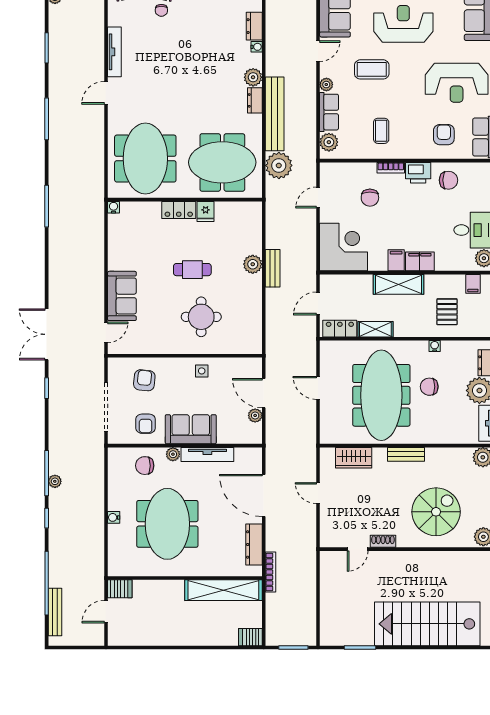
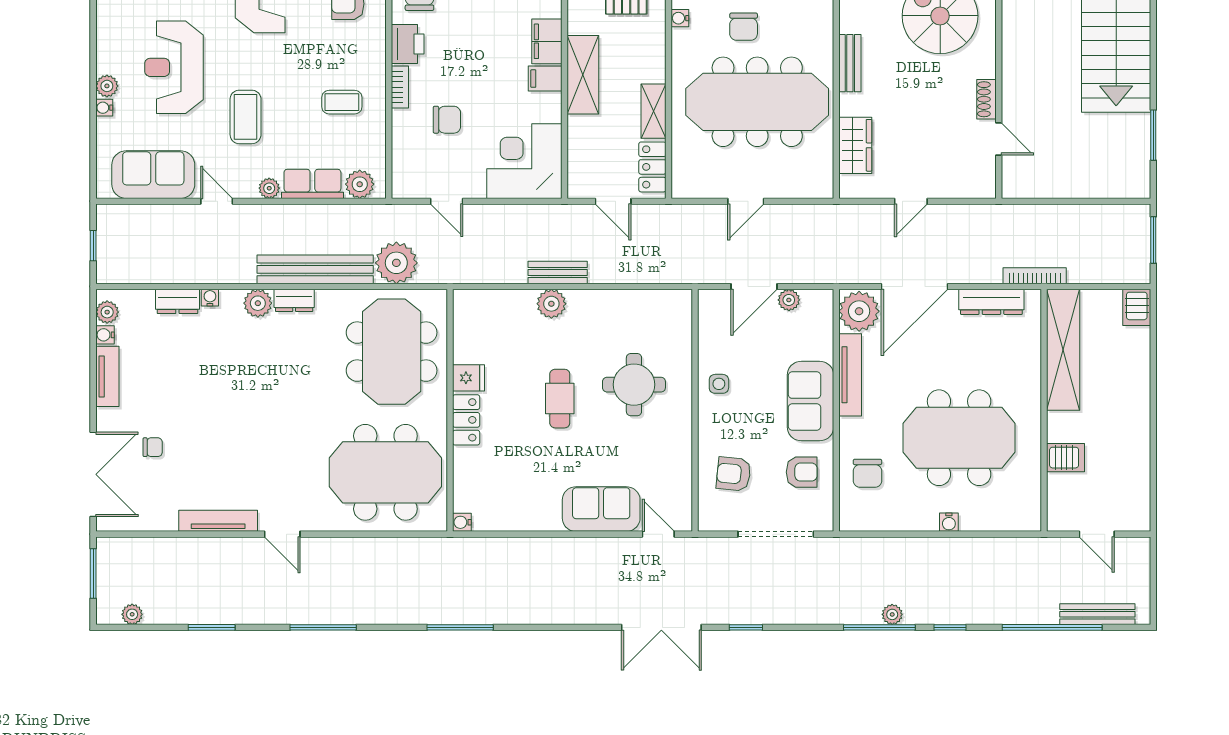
plant: (173, 454) -> (859, 311), moved, width x1.88, depth x1.88
server rack: (120, 589) -> (1066, 458), moved, turned 90

